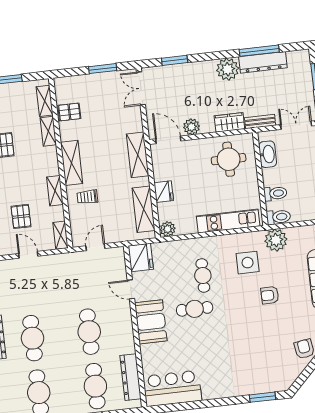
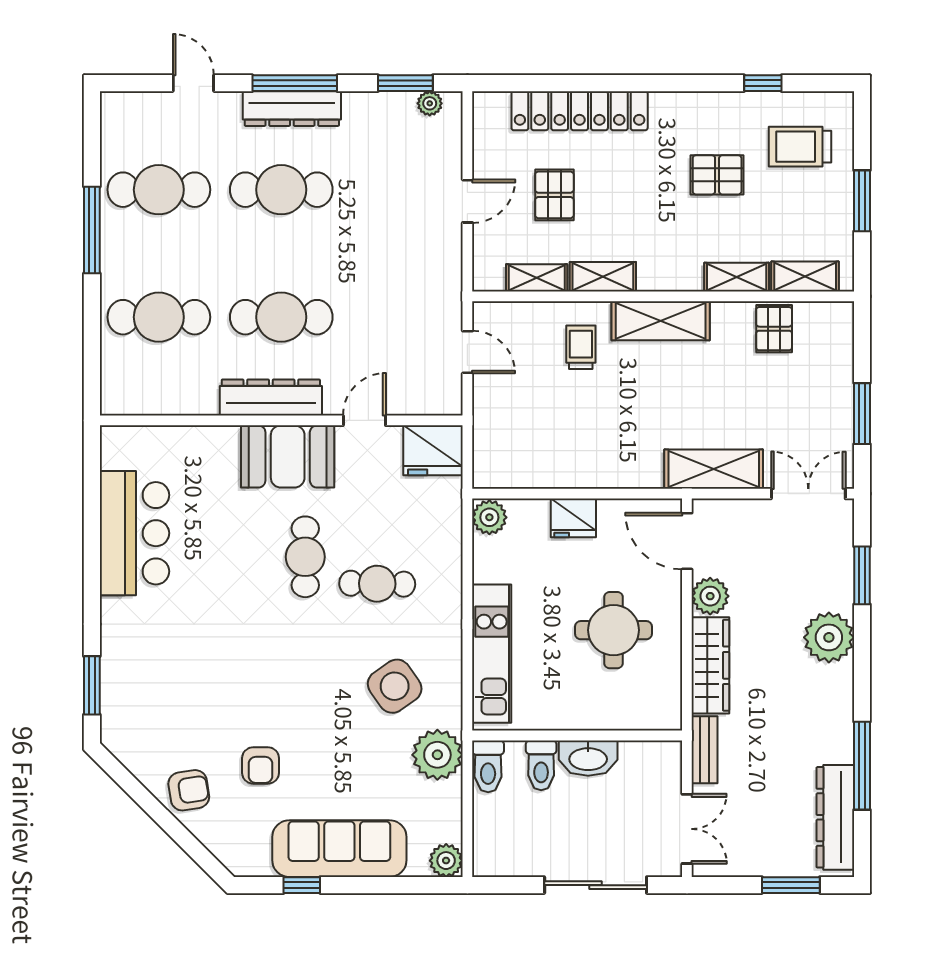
dresser: (263, 62) -> (835, 817), moved
plant: (228, 69) -> (829, 637), moved
wardrobe: (229, 122) -> (710, 665), width x1.50
door: (168, 140) -> (687, 541), swing flipped
washbasin: (268, 154) -> (588, 758), moved
shelving: (138, 155) -> (714, 469), moved
round table: (229, 159) -> (613, 630), moved
shelving: (144, 209) -> (539, 469), removed
pallet: (21, 216) -> (554, 195), turned 90
shelving: (60, 235) -> (537, 278), moved
side table: (248, 263) -> (395, 686), turned -35
armchair: (270, 295) -> (261, 765), moved, turned 180
dresser: (131, 377) -> (271, 397), moved
bar counter: (172, 388) -> (134, 533), moved

